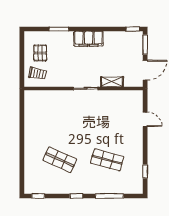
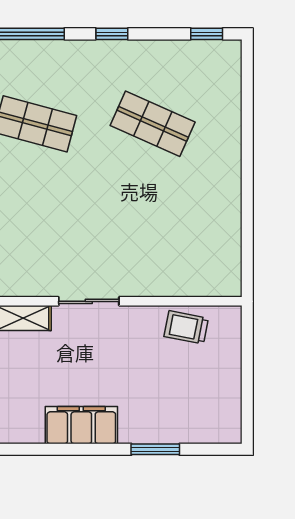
pallet: (40, 53) -> (202, 390), removed
trolley: (37, 74) -> (186, 327), moved

